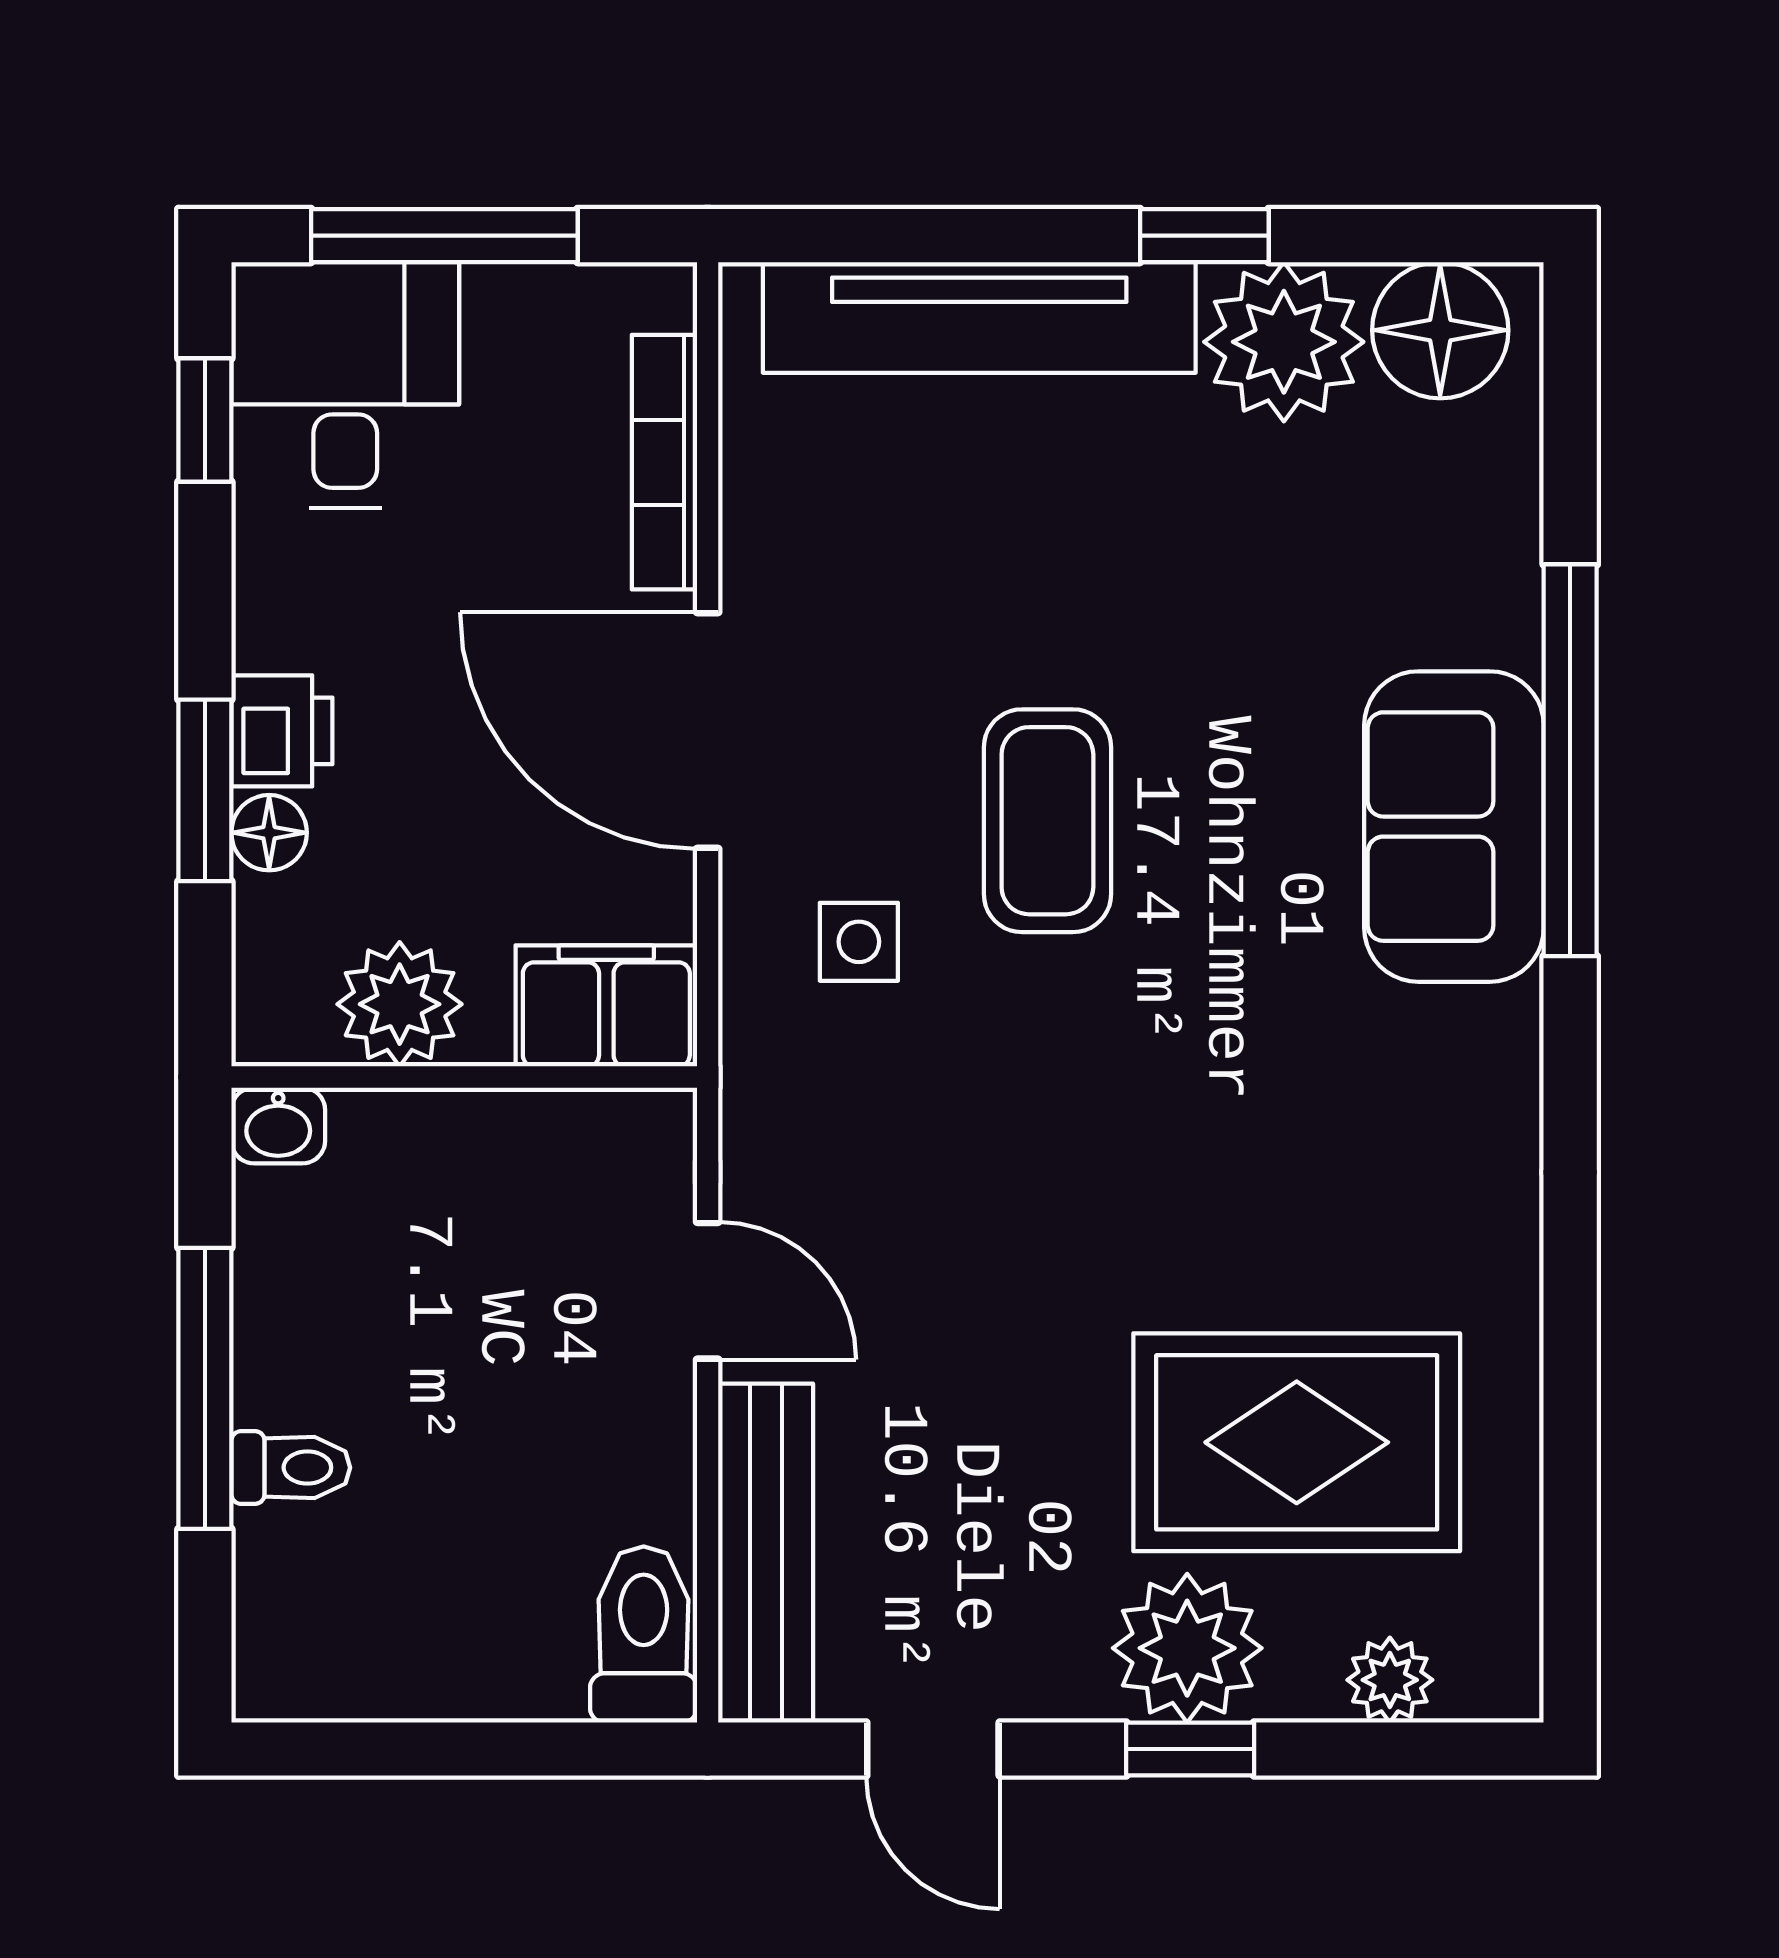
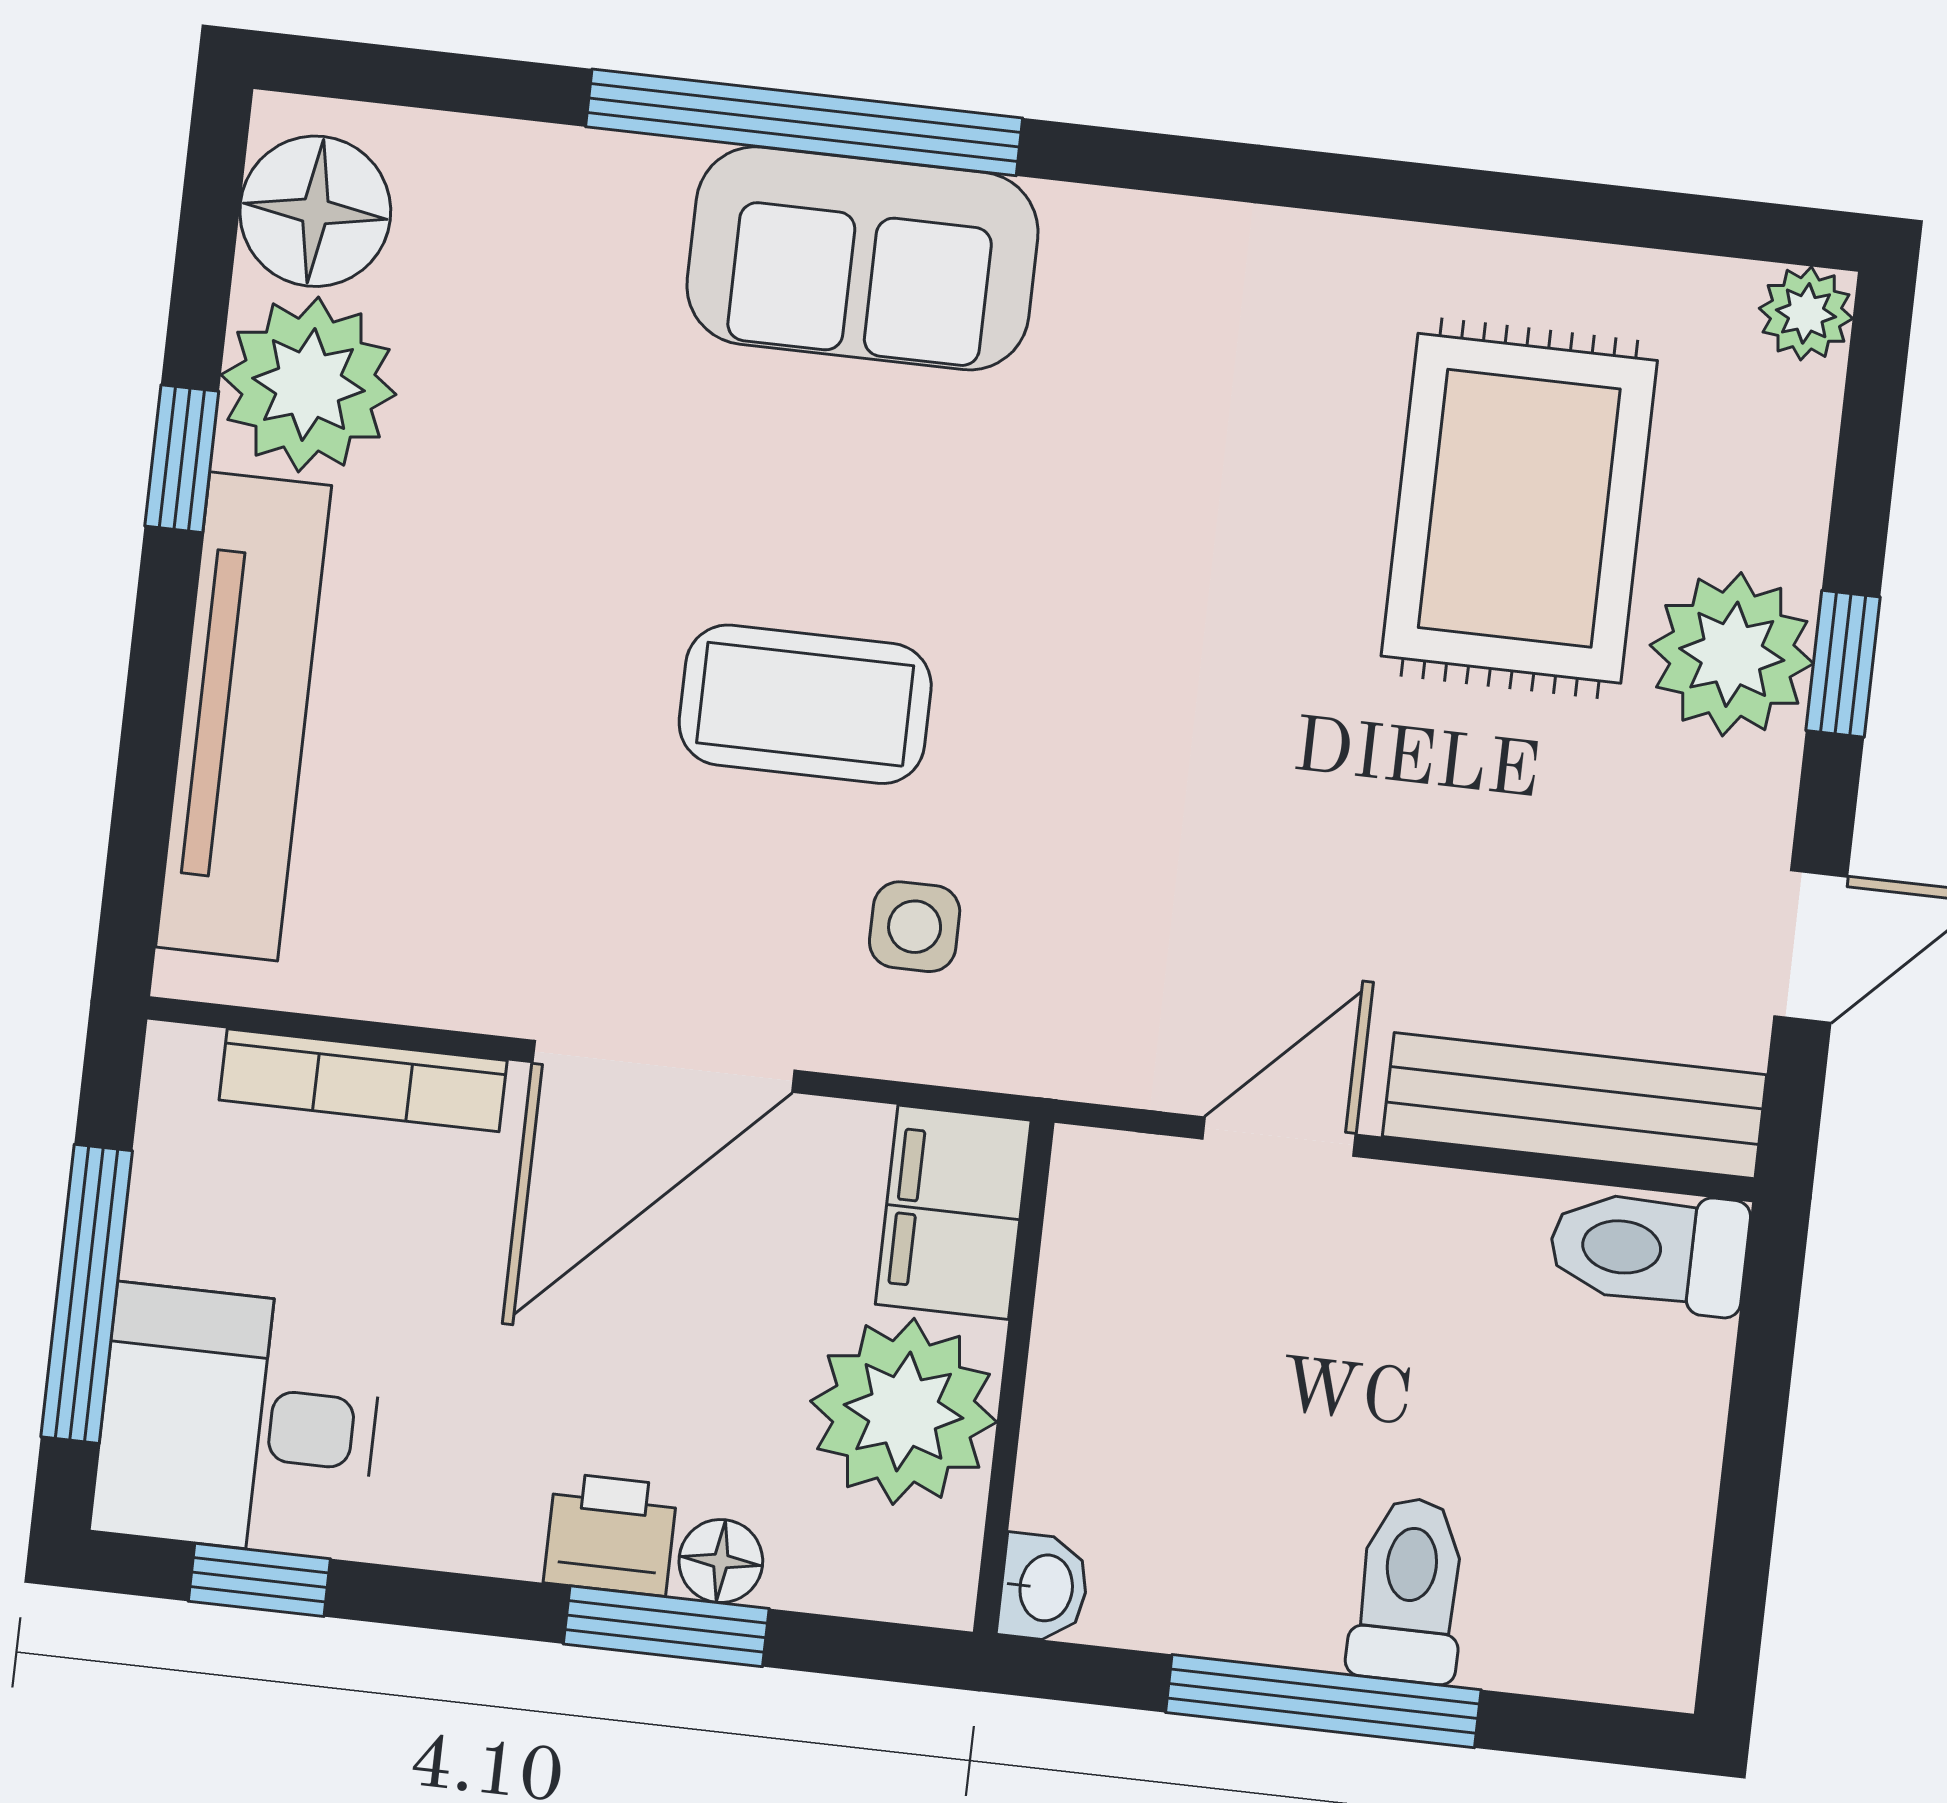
plant: (400, 1004) -> (904, 1411), width x1.36, depth x1.36
toilet: (291, 1468) -> (1409, 1590), width x1.37, depth x1.39
plant: (1390, 1680) -> (1806, 313), moved

